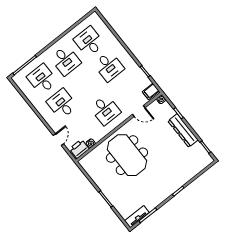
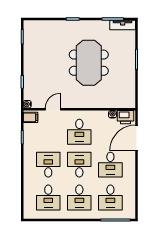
desk: (66, 60) -> (79, 197), turned 180
desk: (85, 85) -> (79, 165), added
desk: (105, 110) -> (79, 132), turned 180
door: (139, 111) -> (53, 109), hinge flipped
dresser: (183, 130) -> (30, 65), removed
door: (58, 140) -> (136, 138), width x1.88
meeting table: (127, 155) -> (89, 63), moved

